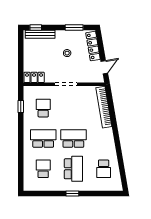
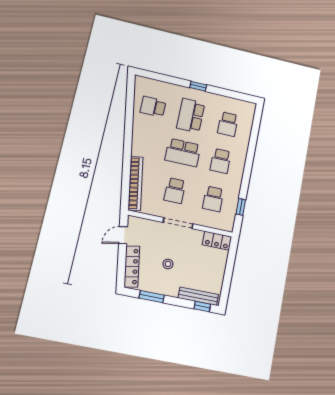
school desk: (73, 108) -> (175, 191), added
school desk: (43, 138) -> (221, 161), width x0.54
school desk: (104, 169) -> (153, 107), turned -90

